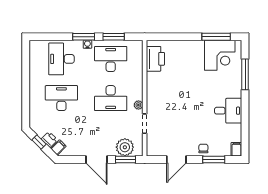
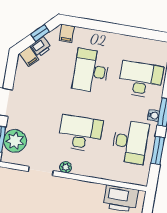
desk: (61, 98) -> (91, 71), turned 180
desk: (111, 98) -> (80, 133), turned 90
filing cabinet: (36, 121) -> (67, 33), added

